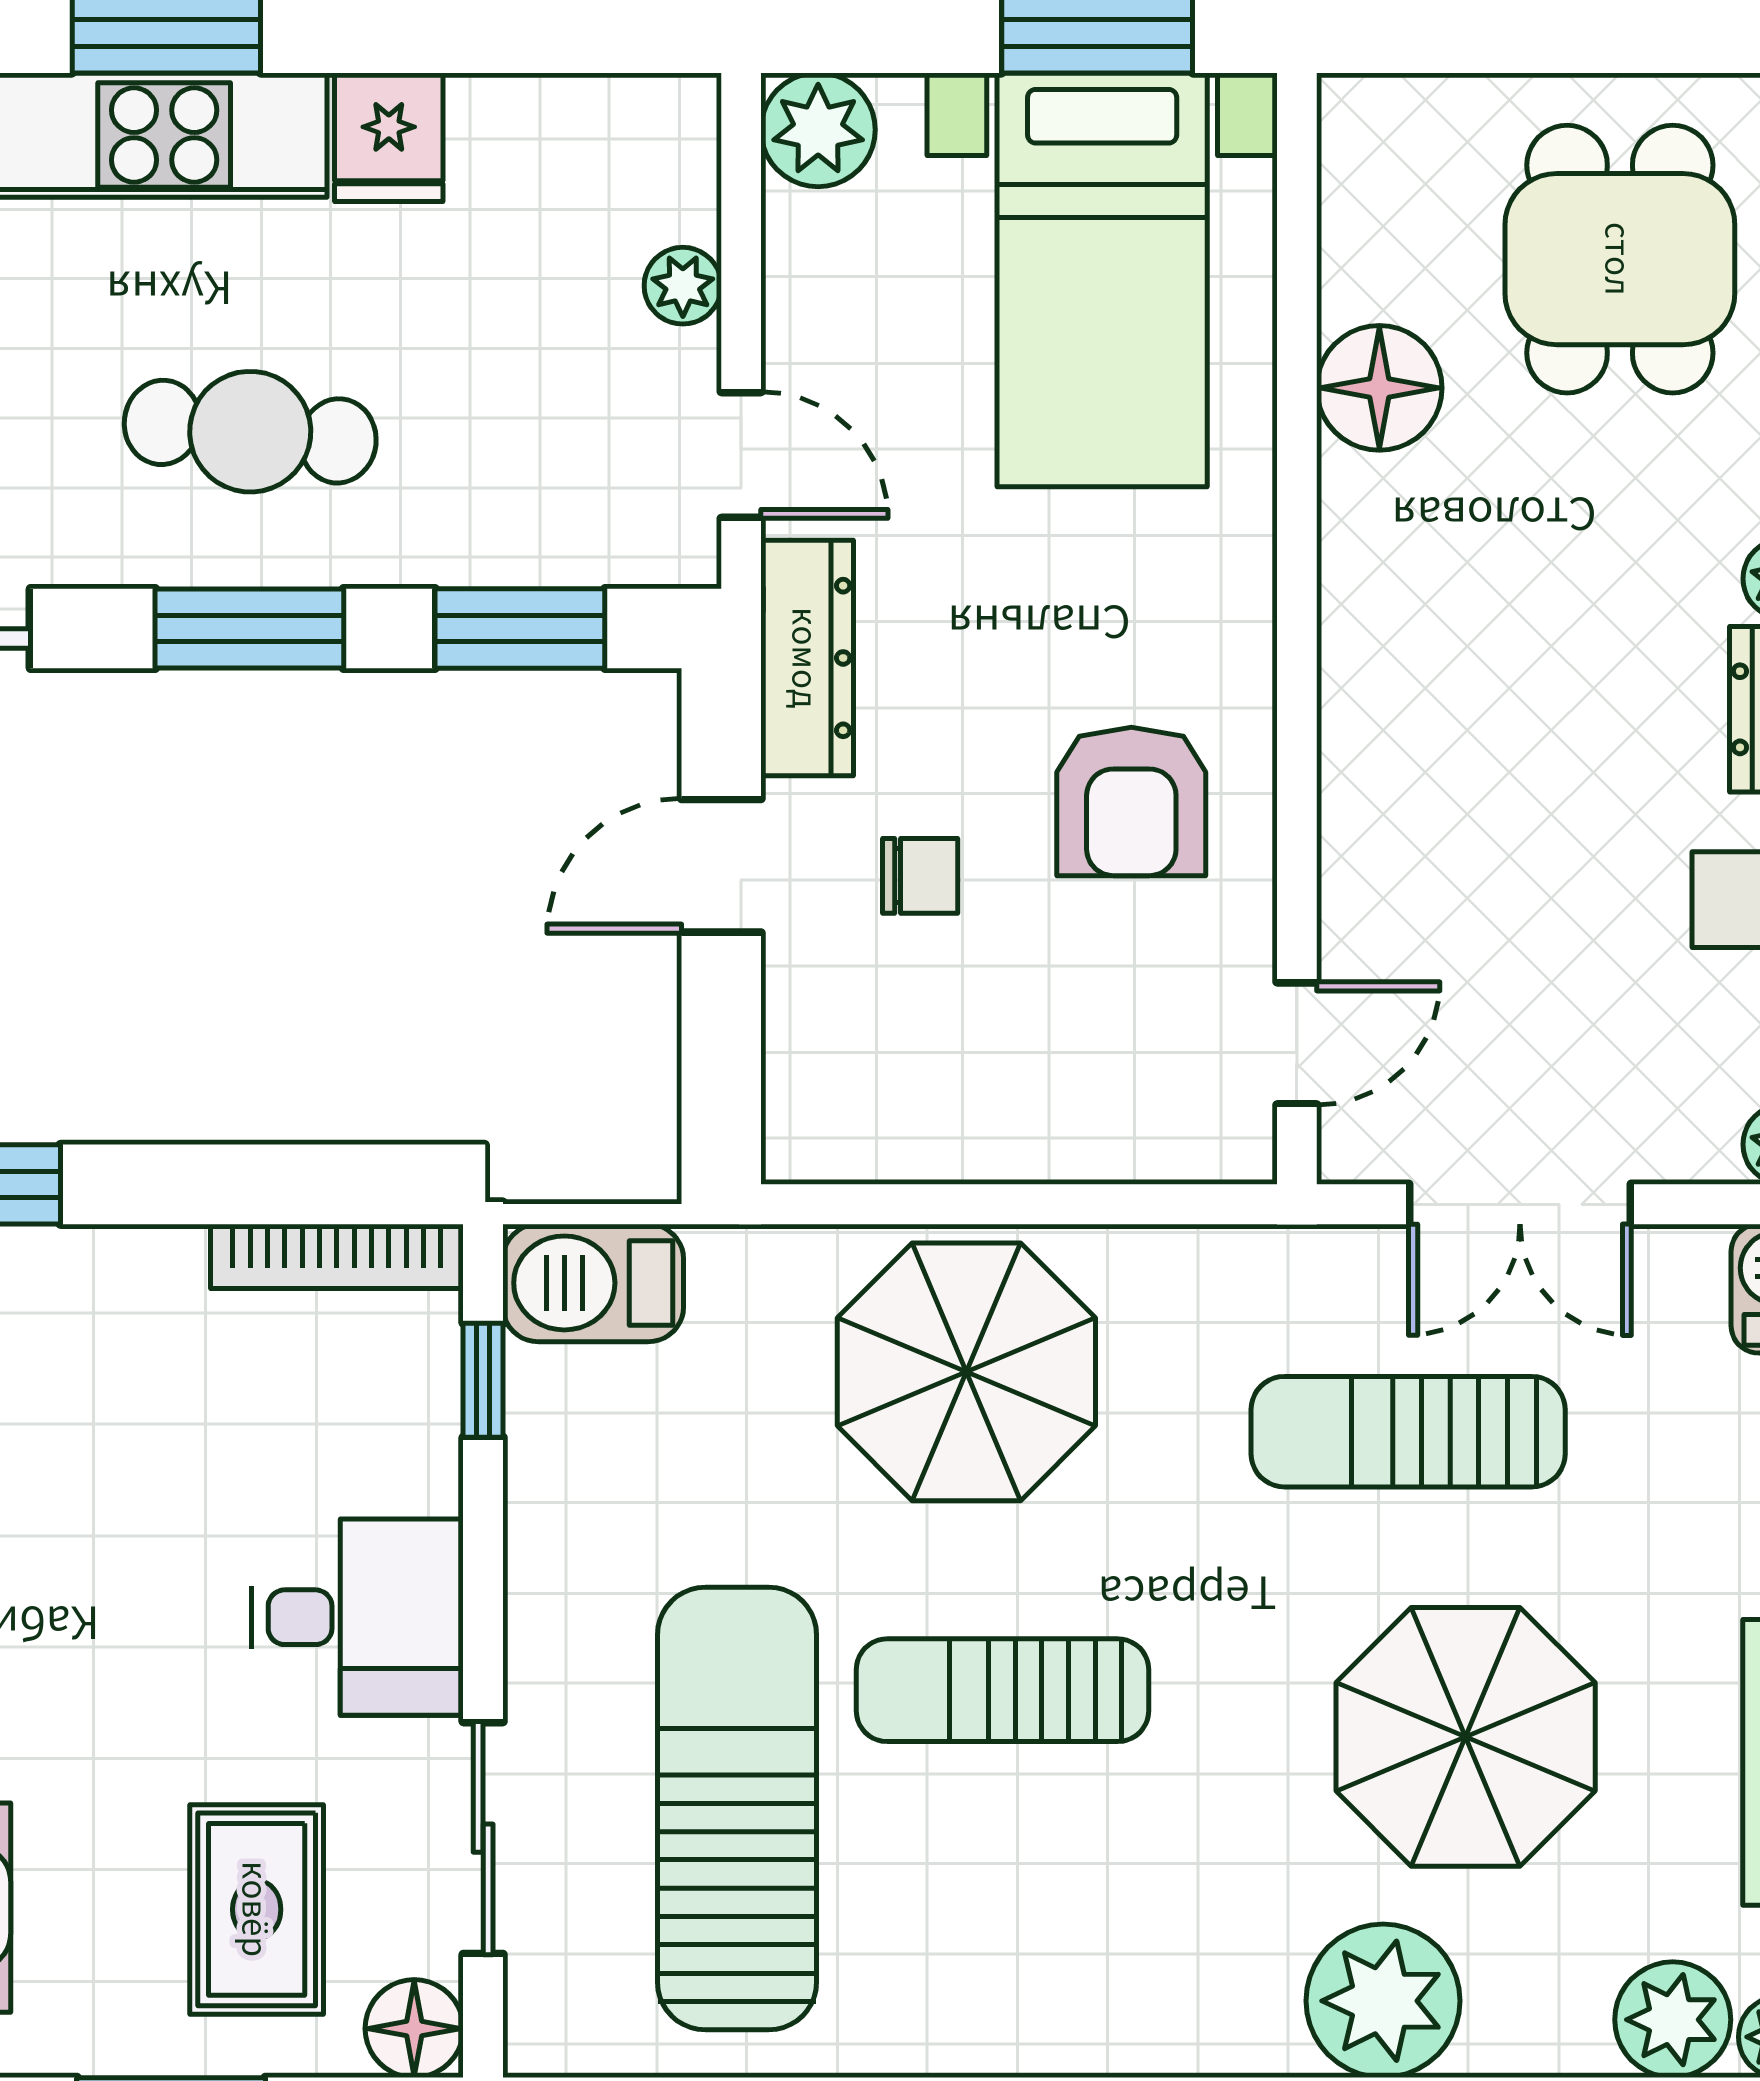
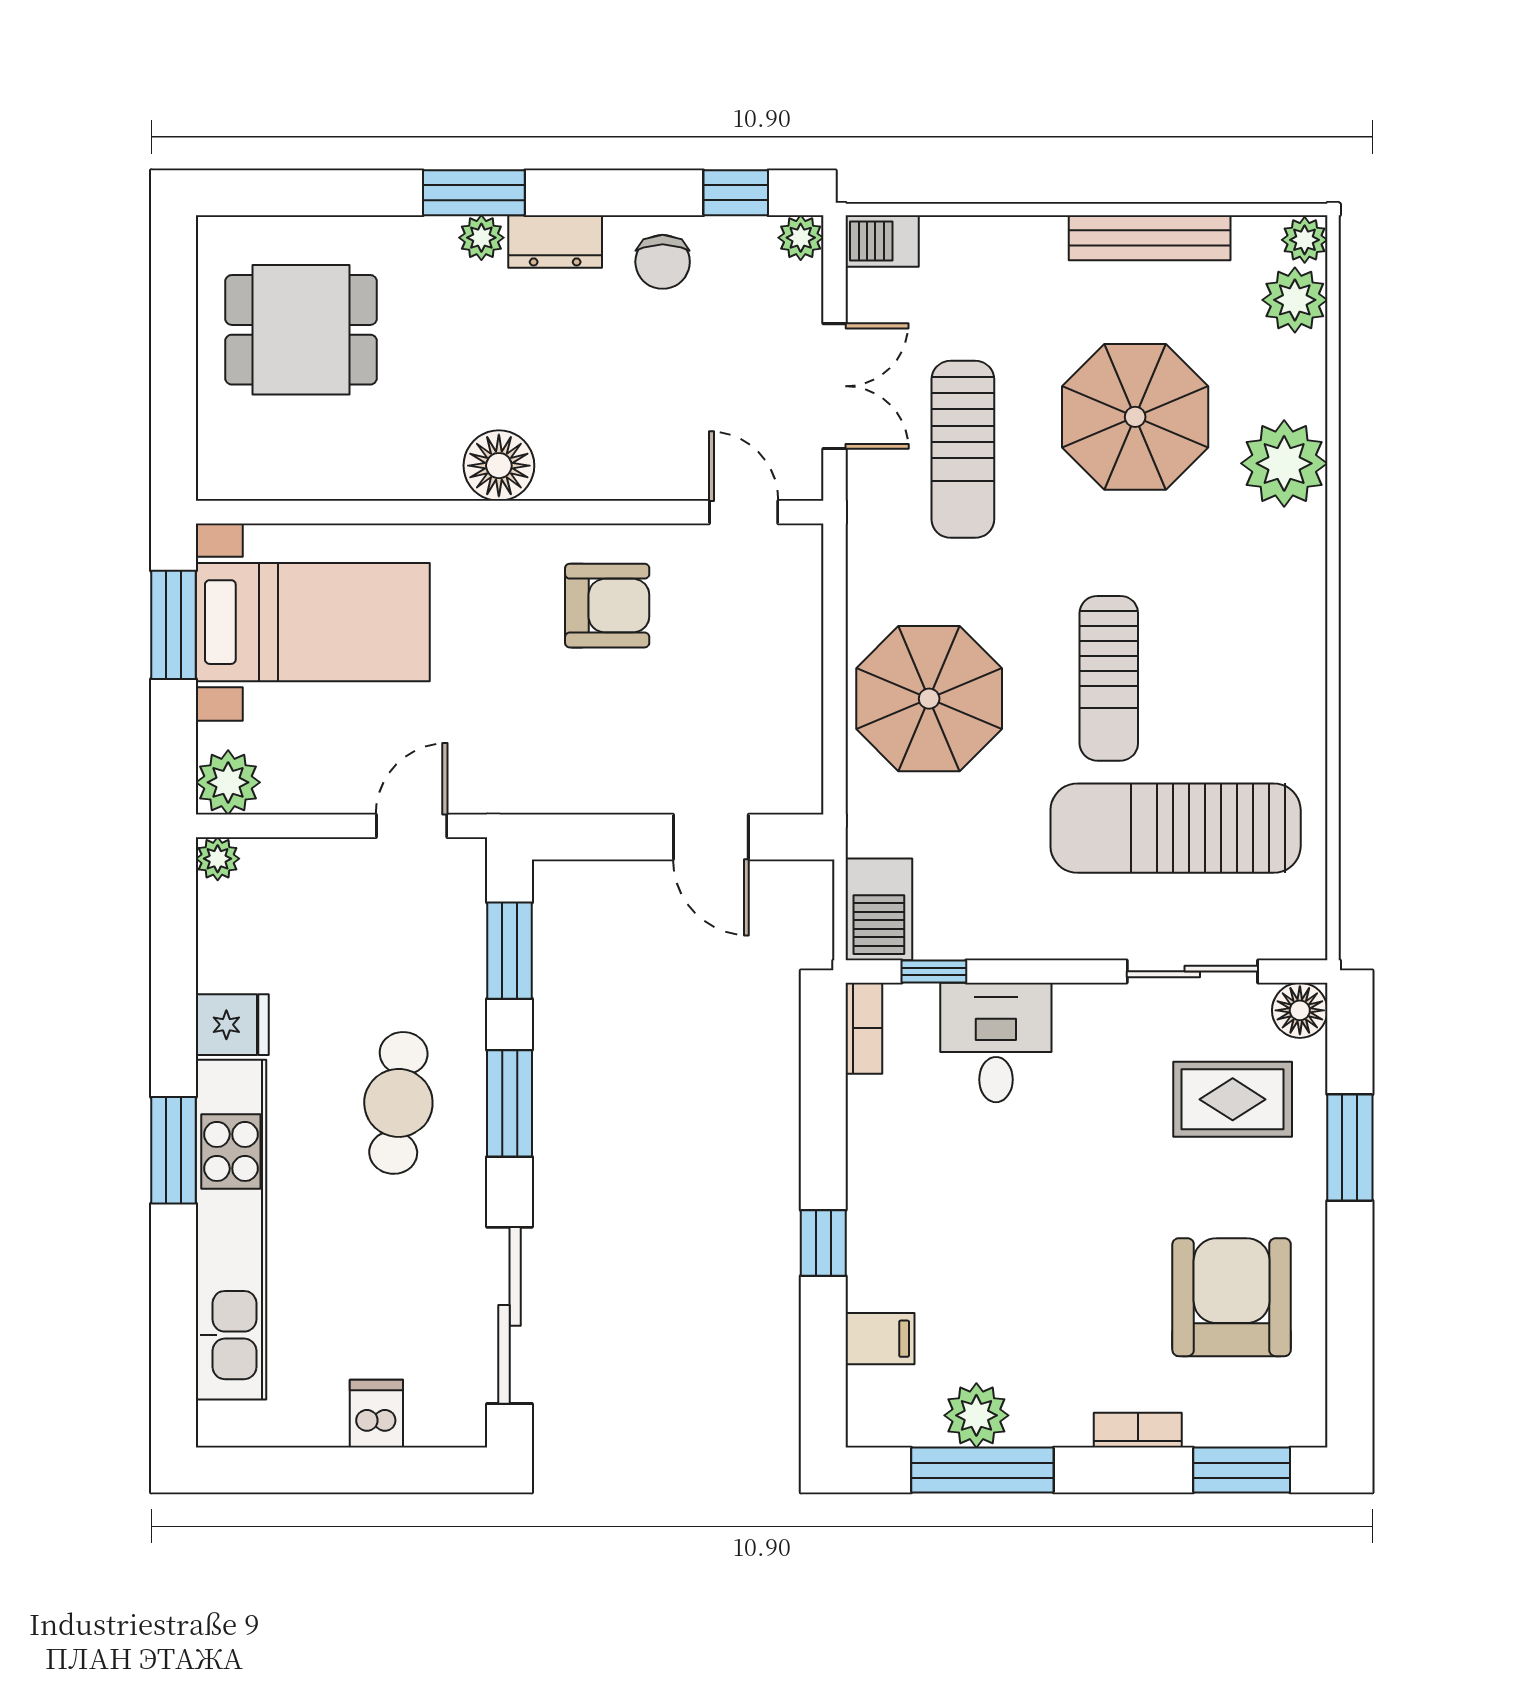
plant: (683, 286) -> (218, 859), moved
floor lamp: (1379, 388) -> (499, 466), moved
dresser: (807, 658) -> (526, 789), removed
door: (721, 866) -> (711, 837), moved
chair: (920, 876) -> (649, 725), removed
bookcase: (337, 1256) -> (864, 1028), width x0.64
desk: (357, 1617) -> (996, 1042), moved

